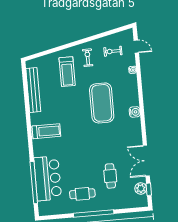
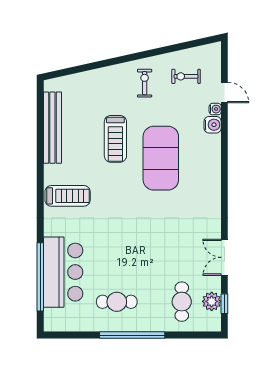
door: (136, 47) -> (224, 93), moved
treadmill: (67, 72) -> (115, 139), moved
water cooler: (135, 112) -> (213, 125), moved
double door: (146, 161) -> (224, 257), width x0.73
cafe table: (110, 176) -> (182, 302), moved

